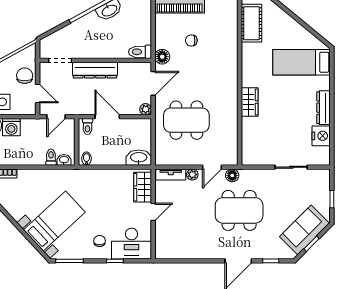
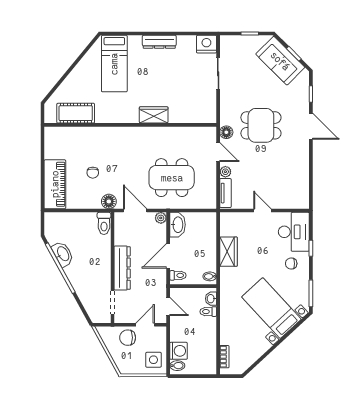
dining table: (186, 120) -> (172, 178), turned 90
nightstand: (321, 136) -> (206, 44), moved
washbasin: (139, 158) -> (178, 225), moved, turned 180
wardrobe: (143, 187) -> (228, 252), moved, turned -90
dining table: (239, 210) -> (261, 125), width x0.73

